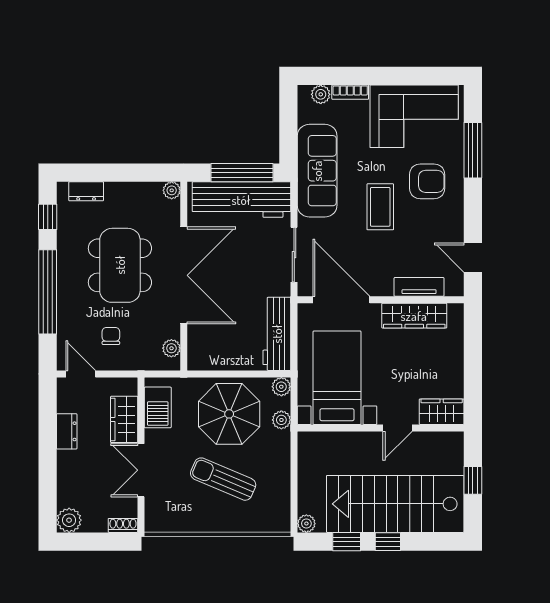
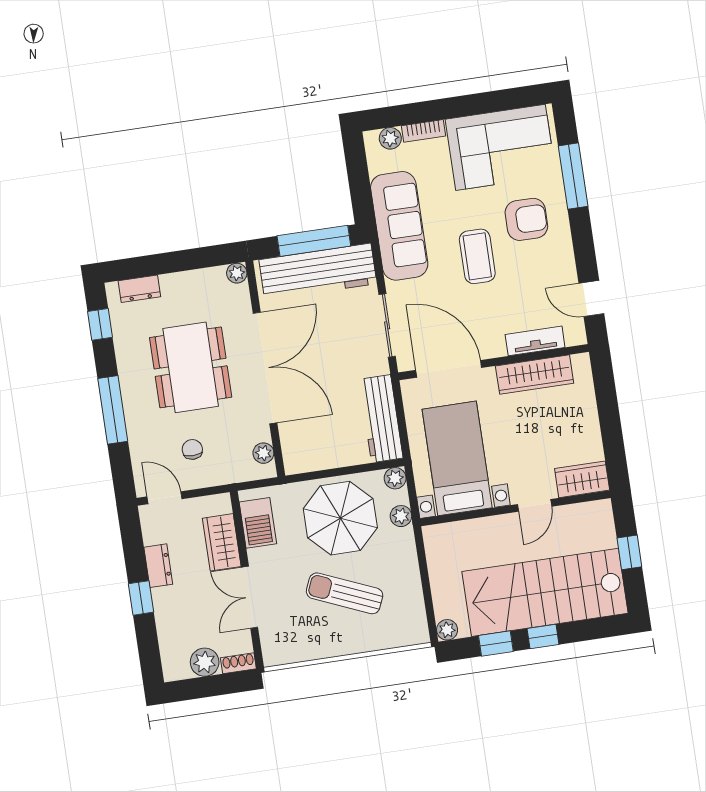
window: (48, 292) -> (113, 410), width x0.68
window: (48, 457) -> (141, 598), added
plant: (69, 520) -> (205, 662), moved

